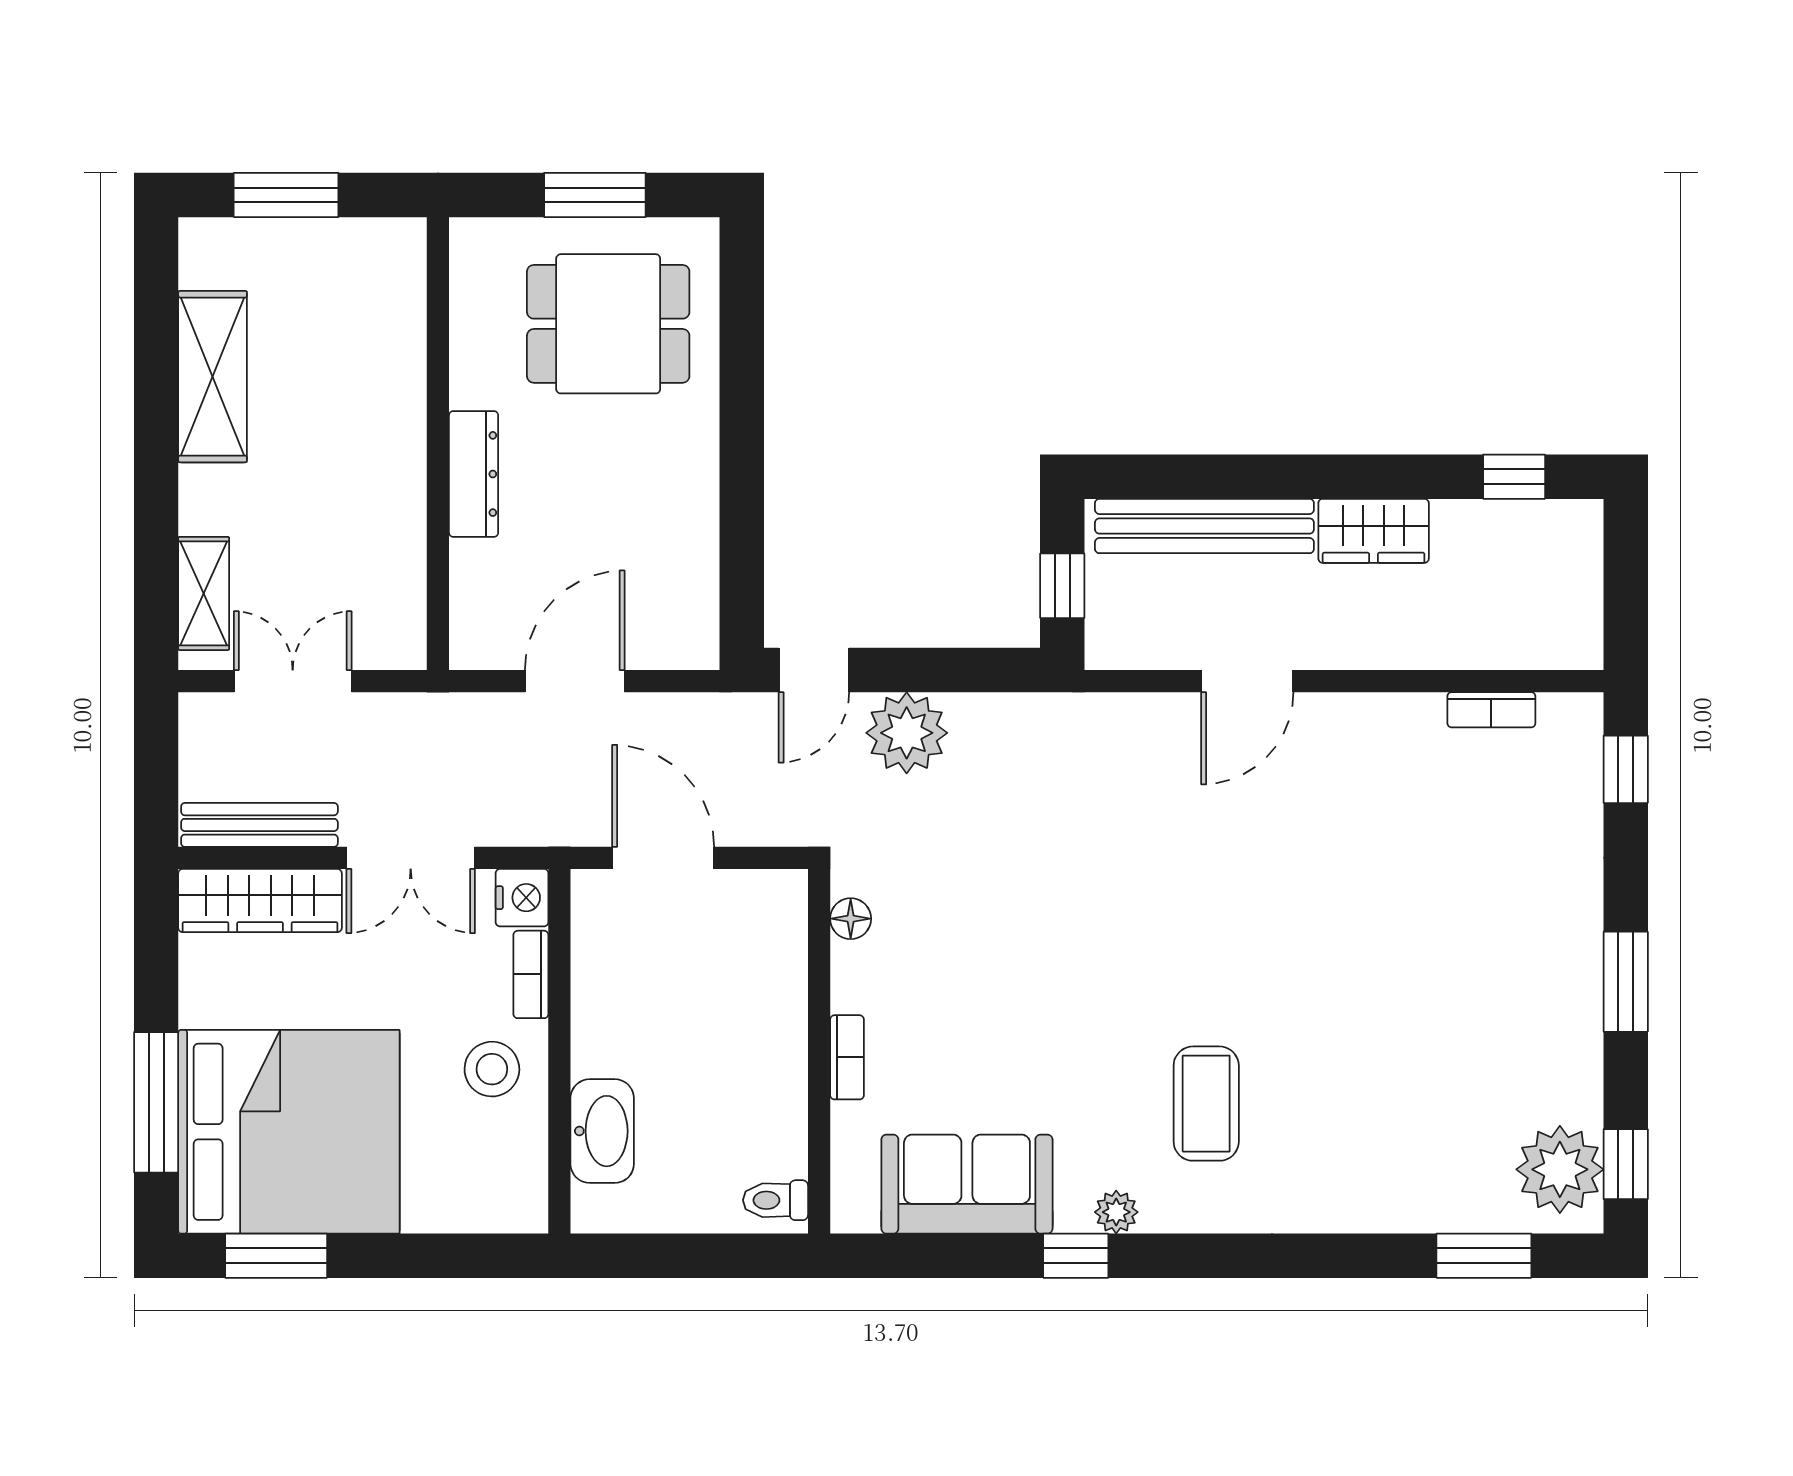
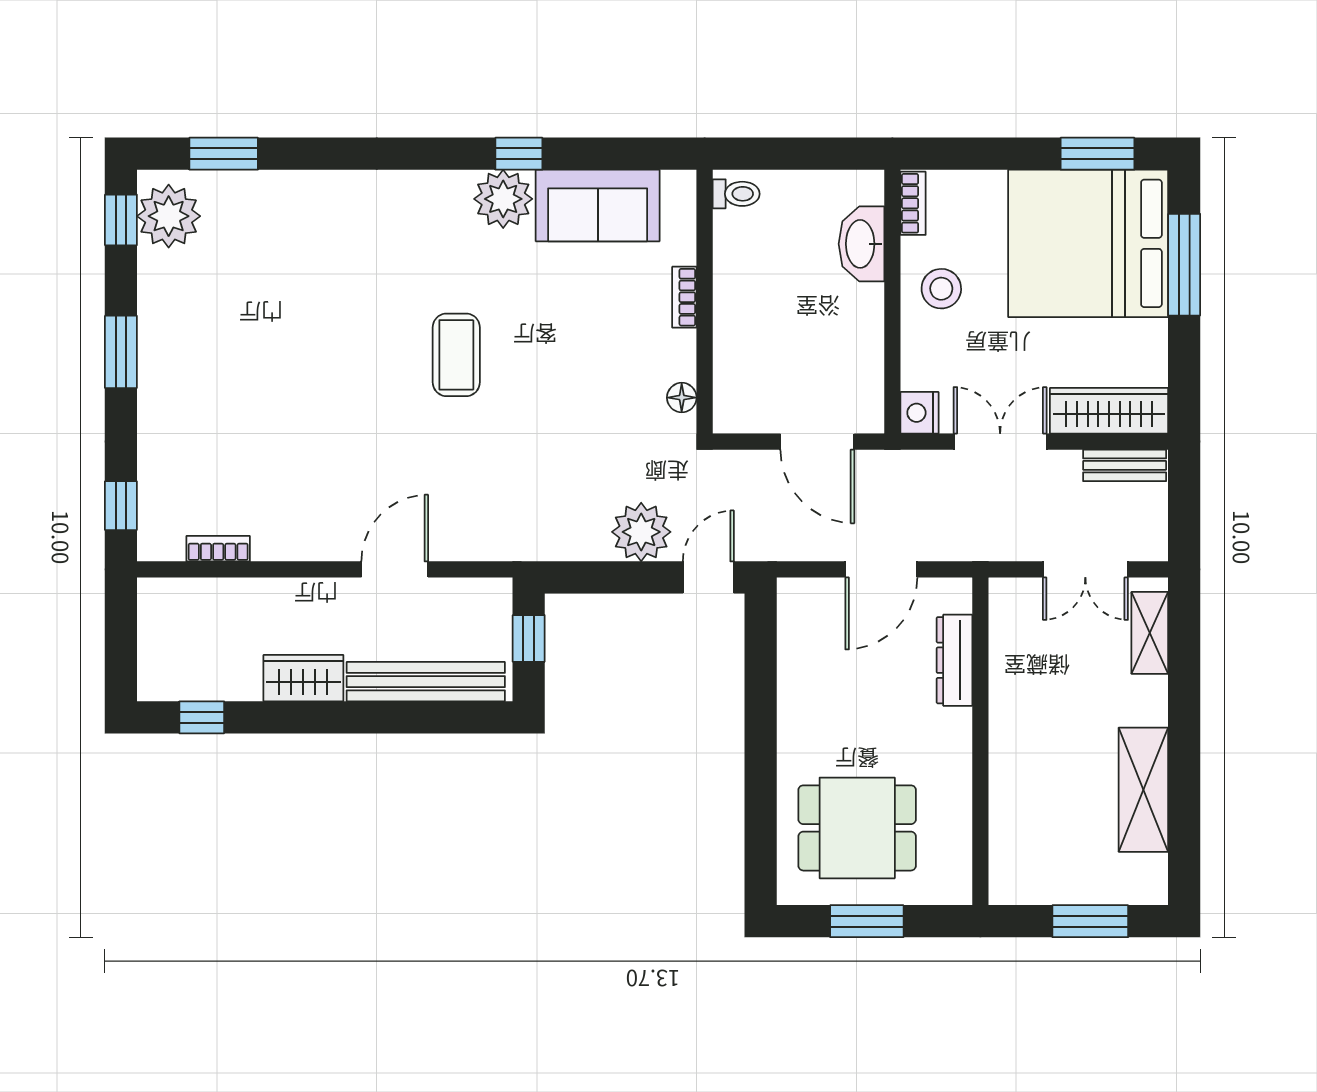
dresser: (474, 474) -> (955, 660), moved
bench: (259, 825) -> (1125, 465), width x0.73
bookcase: (531, 974) -> (913, 203), moved
coffee table: (1206, 1104) -> (456, 355), moved
plant: (1116, 1212) -> (503, 199), width x1.87, depth x1.87

